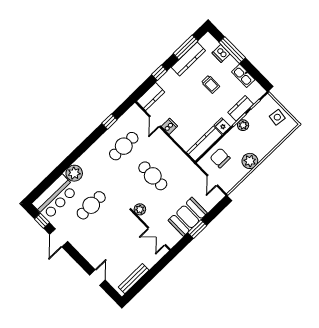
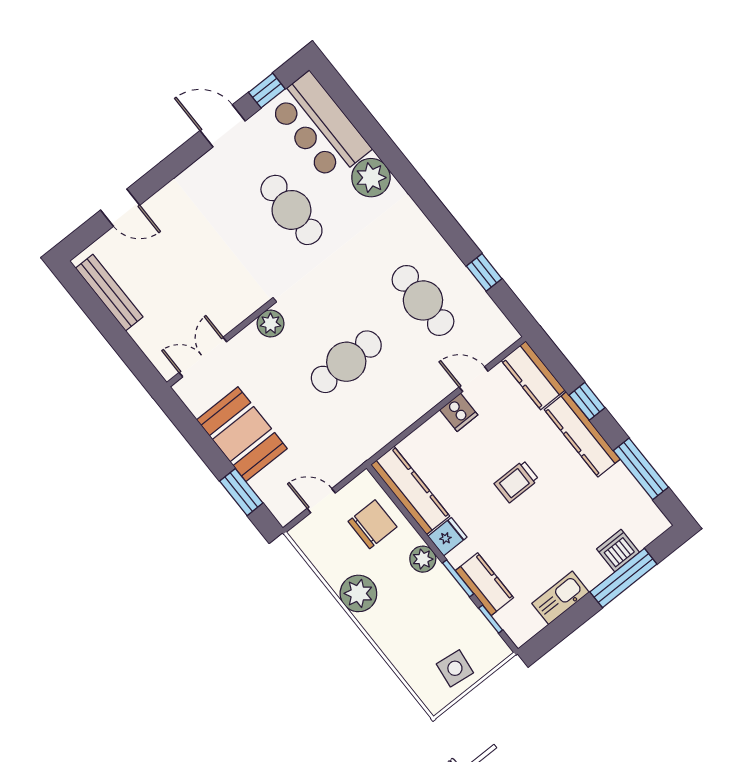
kitchen counter: (188, 59) -> (582, 434), moved
trolley: (211, 84) -> (516, 482), moved
plant: (243, 125) -> (423, 559), moved
window: (197, 229) -> (241, 492), moved

